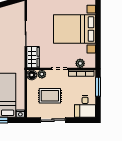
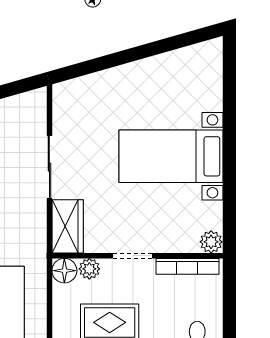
bed with nightstands: (75, 29) -> (171, 156), width x0.73
plant: (80, 63) -> (211, 242), moved
window: (98, 87) -> (229, 300), removed

